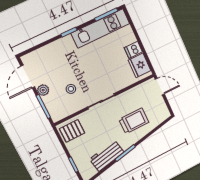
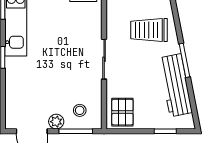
stool: (71, 89) -> (80, 110), moved
trolley: (134, 121) -> (149, 30), turned -90
workbench: (107, 156) -> (176, 85), width x1.38

